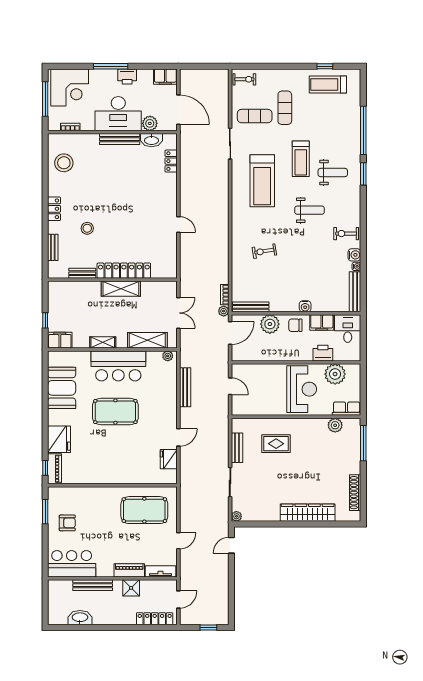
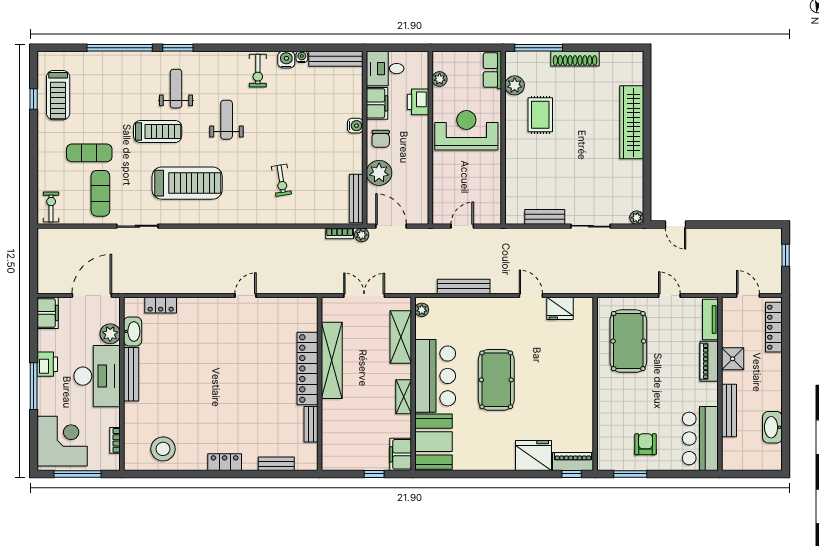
stool: (87, 228) -> (251, 418), removed
shelving: (121, 289) -> (332, 360), width x1.47
plant: (335, 374) -> (440, 79), width x0.53, depth x0.53
booth: (62, 388) -> (433, 442), moved, turned 90
rug: (276, 444) -> (540, 115), moved
shoe rack: (355, 493) -> (575, 59), moved

